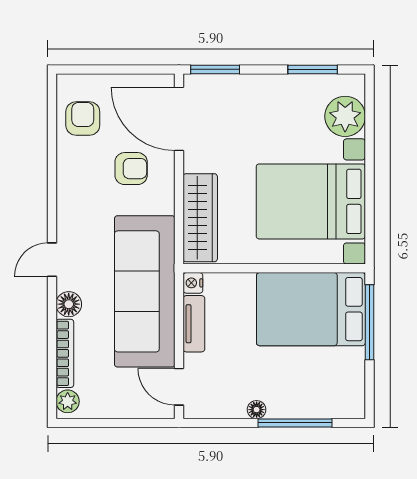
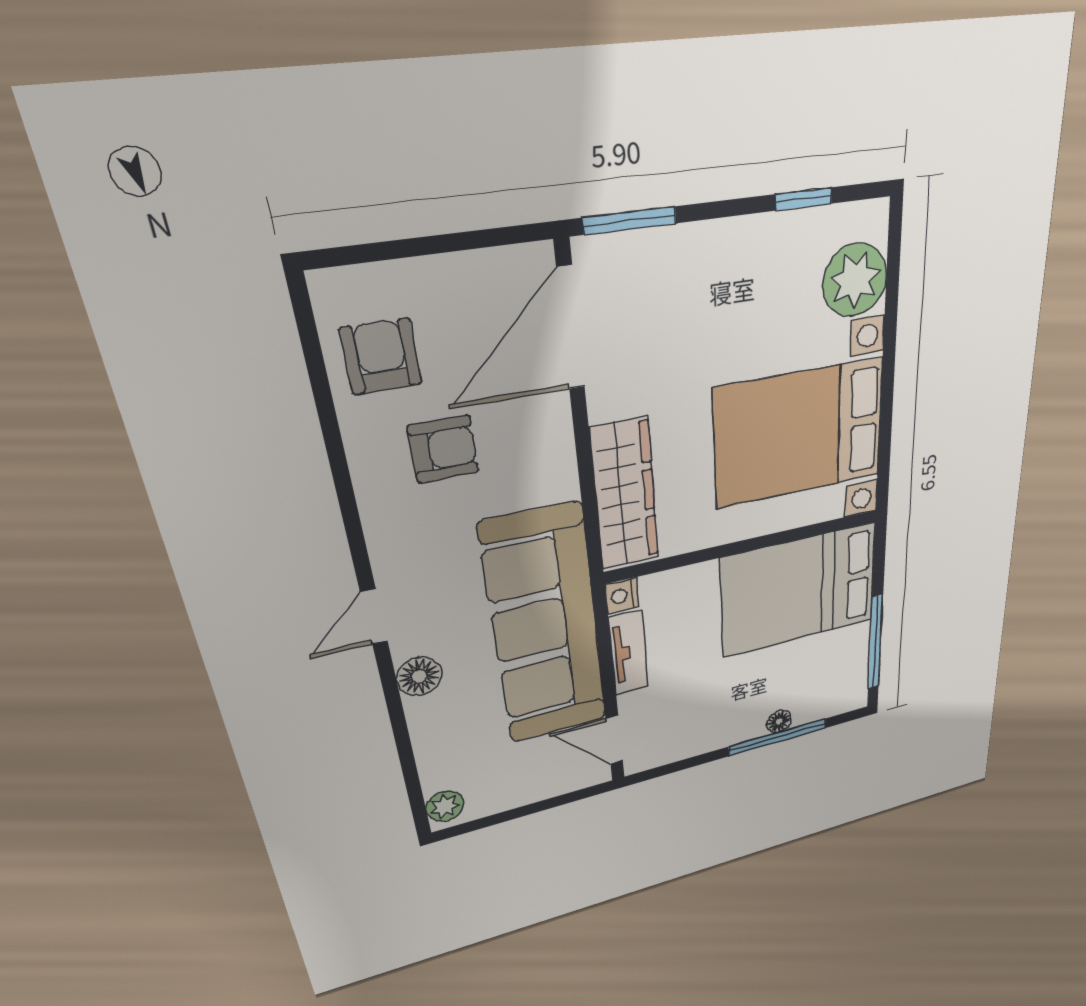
window: (313, 69) -> (804, 199), width x0.67
door: (179, 119) -> (571, 328), hinge flipped
armchair: (131, 169) -> (443, 449), moved
window: (369, 322) -> (875, 642), moved
bookcase: (65, 353) -> (427, 746), removed
floor lamp: (257, 410) -> (779, 721), moved

